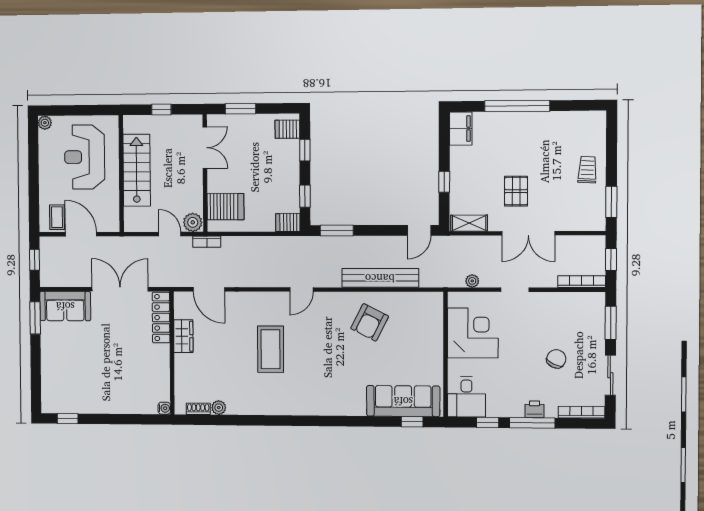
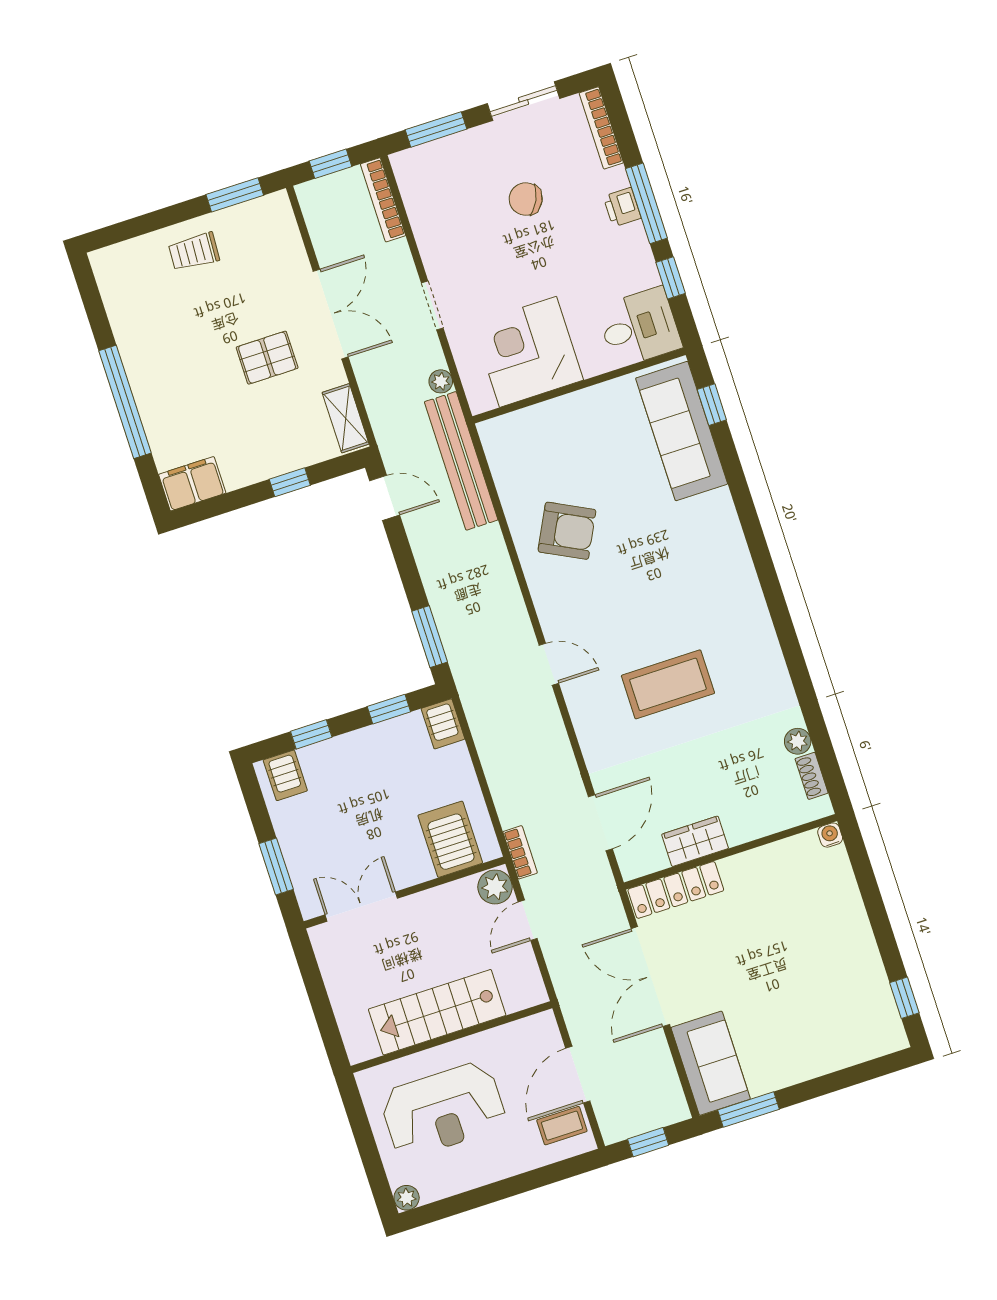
window: (161, 109) -> (320, 1002), removed
bench: (380, 278) -> (461, 461), moved

